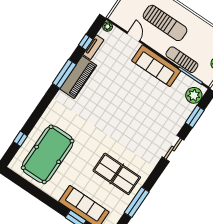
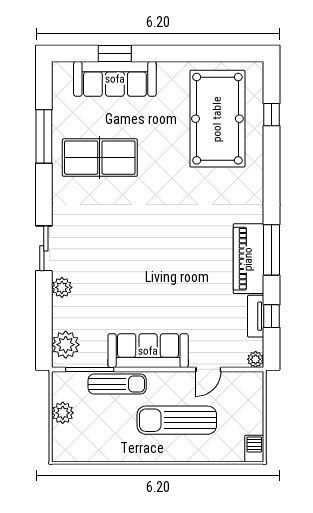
door: (133, 37) -> (208, 369), hinge flipped
window: (195, 116) -> (44, 315), removed
plant: (177, 124) -> (62, 287), added

